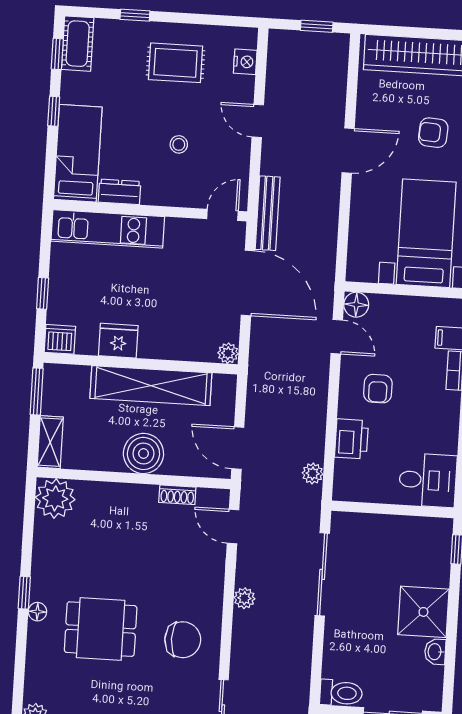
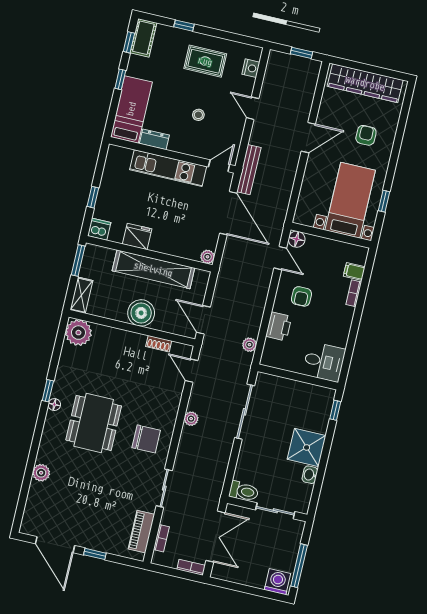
armchair: (433, 133) -> (366, 135), turned 86
kitchen unit: (108, 229) -> (168, 168), moved
dining table: (101, 629) -> (94, 423), width x1.38

